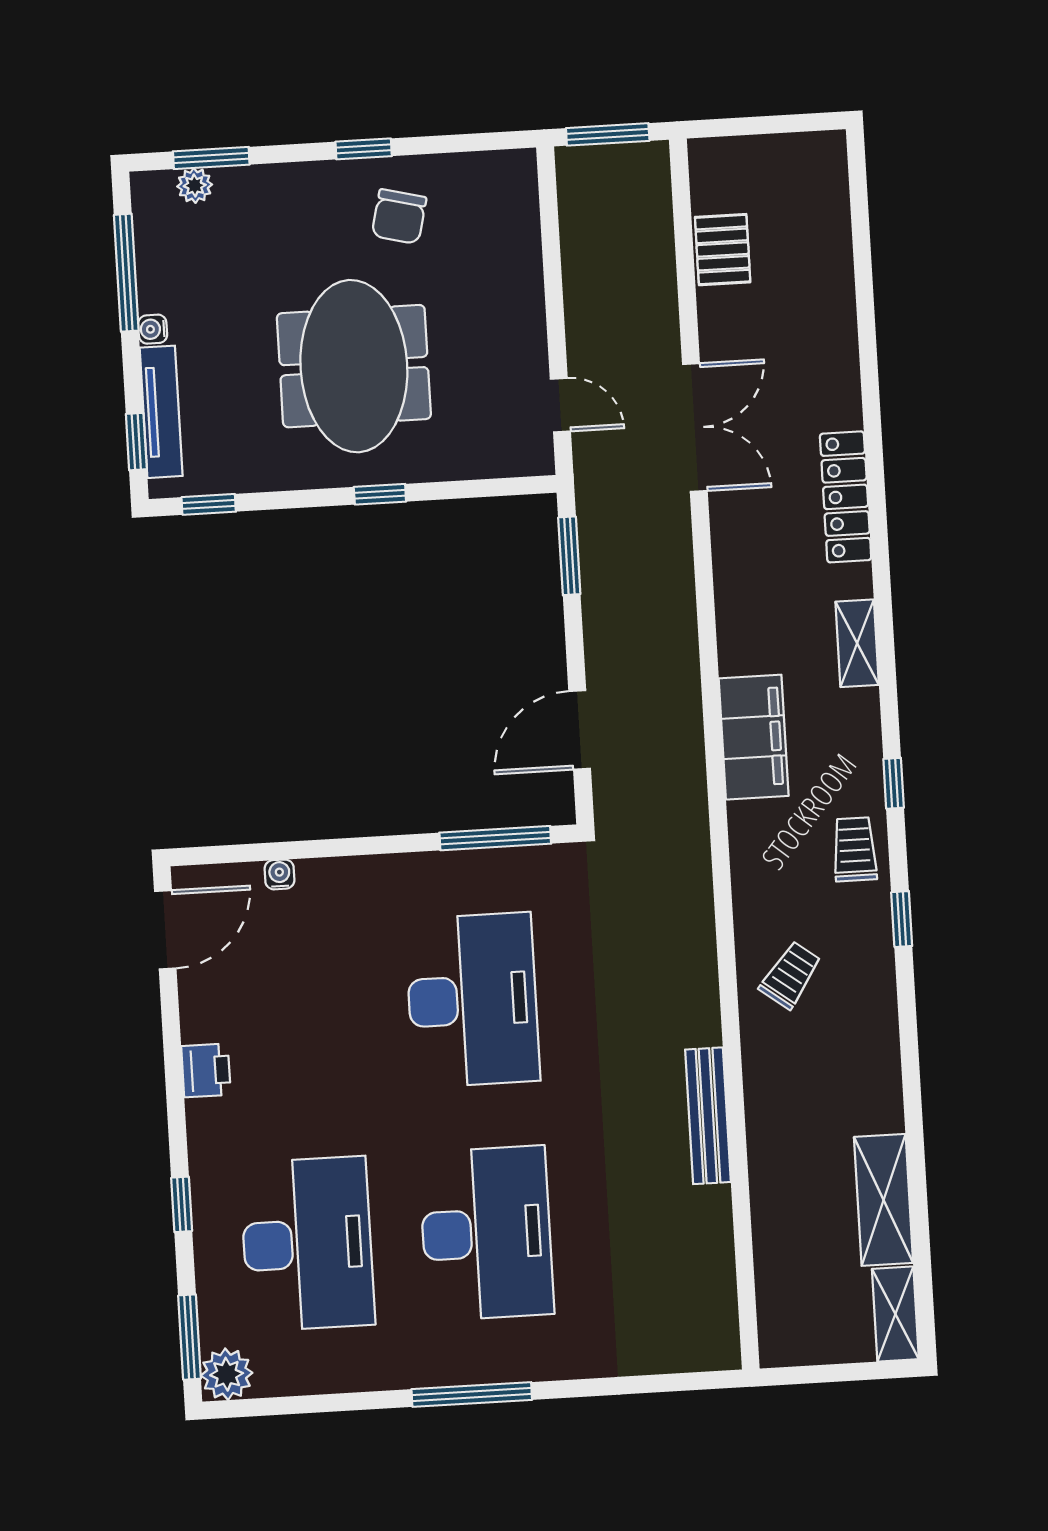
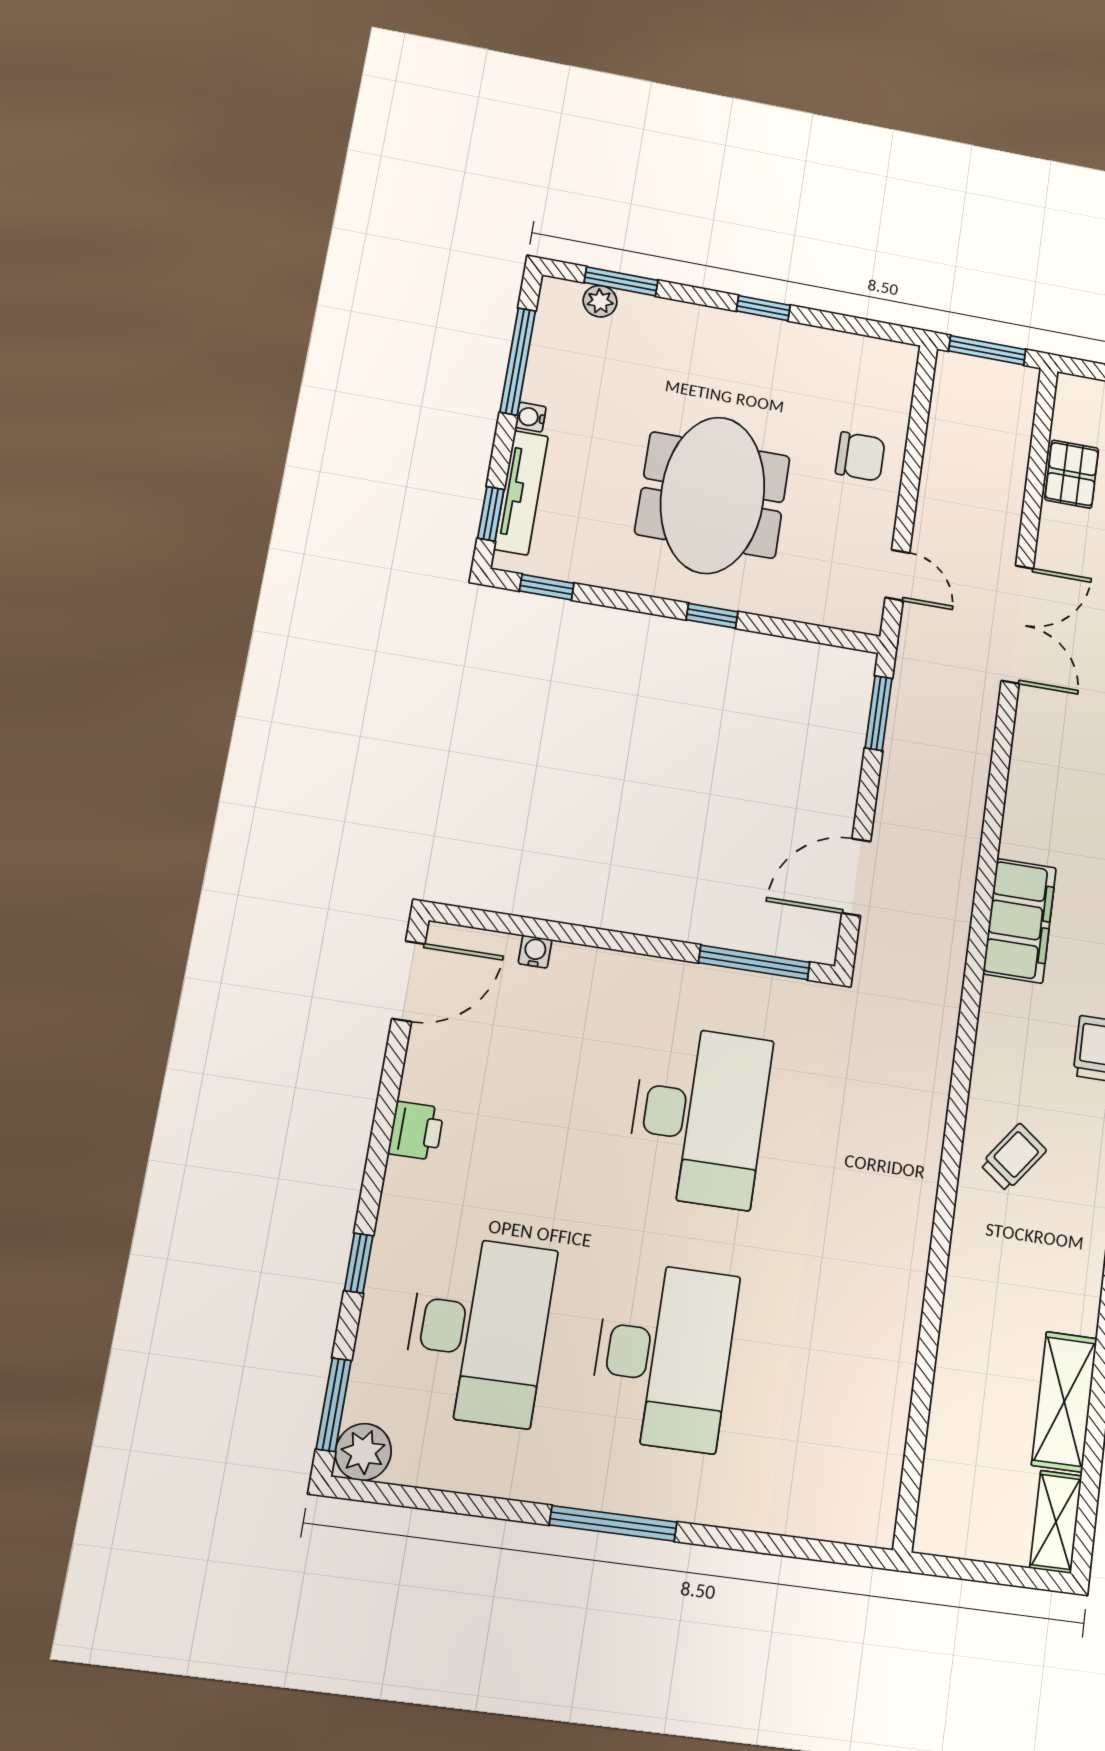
chair: (399, 217) -> (860, 457), moved, turned -104
bench: (708, 1116) -> (908, 1281), removed

